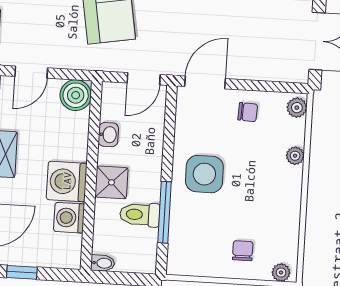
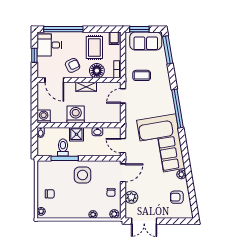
plant: (261, 67) -> (131, 197), added
door: (31, 72) -> (123, 96), hinge flipped
door: (205, 82) -> (123, 173), hinge flipped
boiler: (76, 95) -> (114, 116), removed
washing machine: (69, 218) -> (44, 116), moved
window: (22, 272) -> (34, 97), removed

